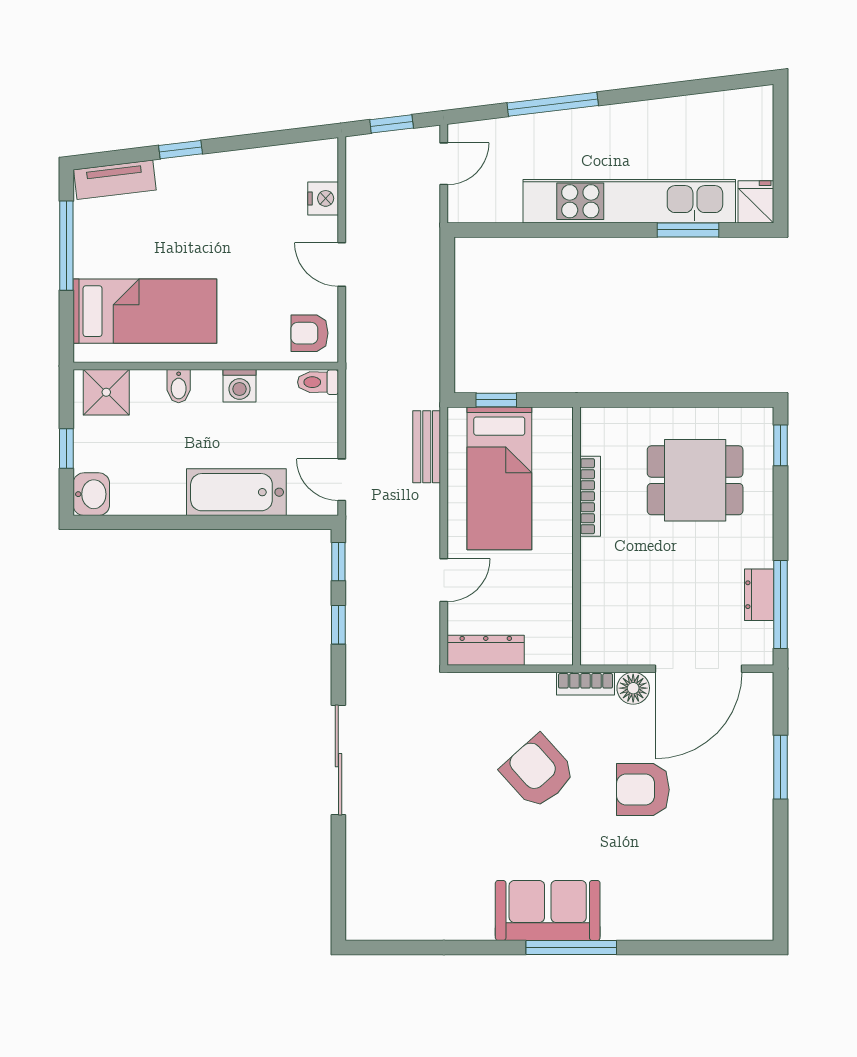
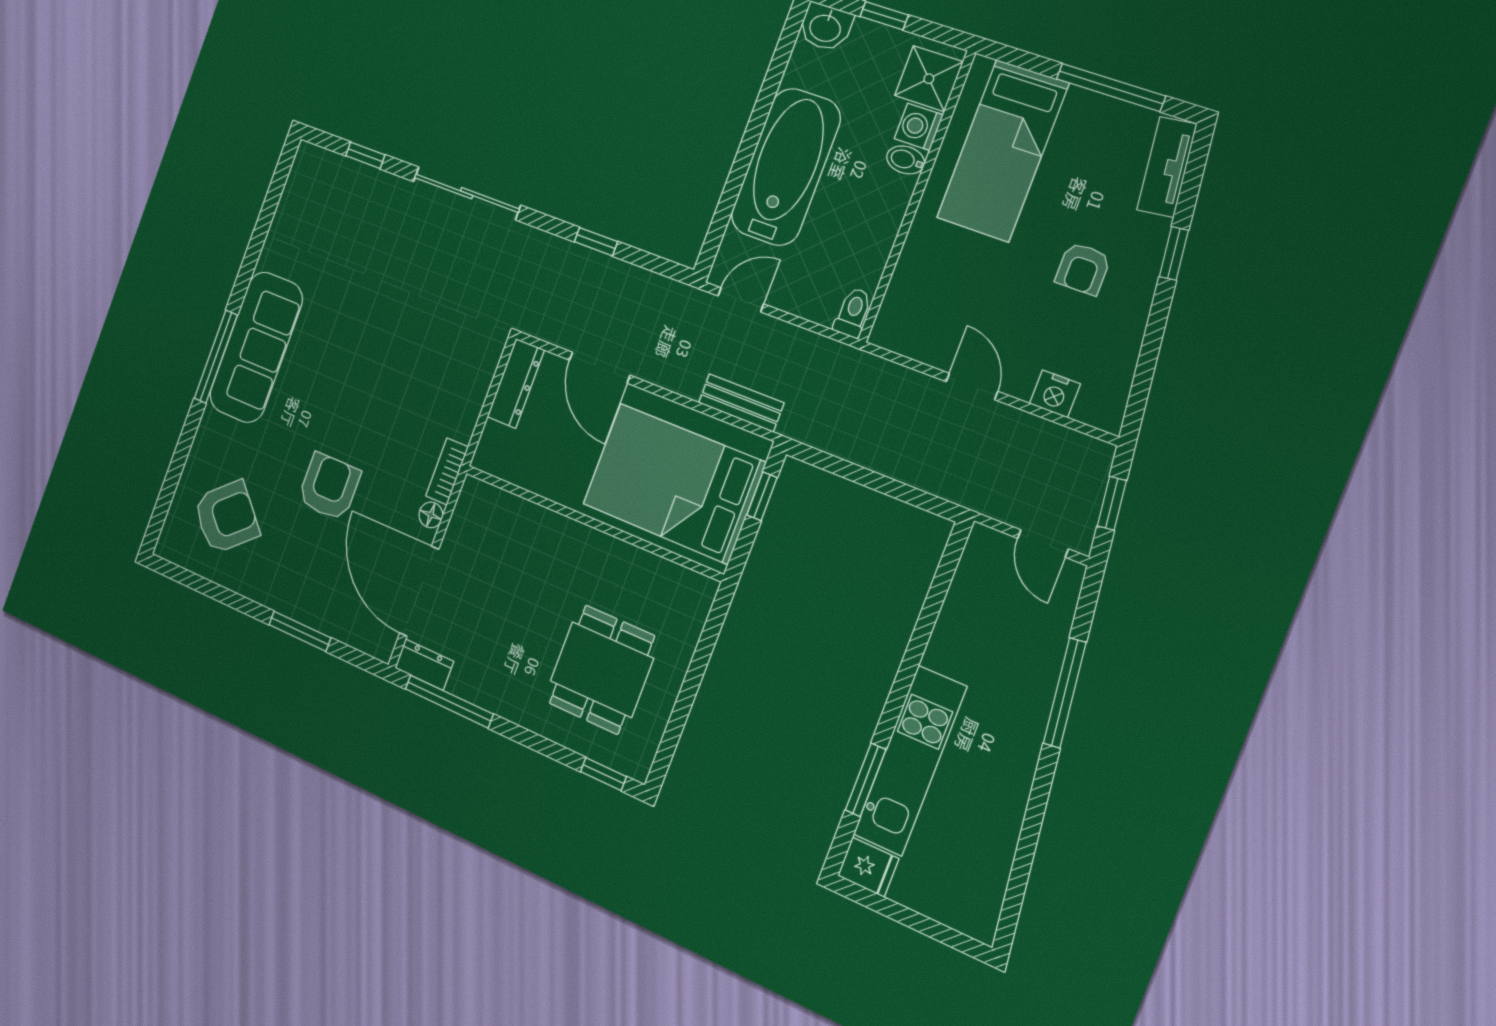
kitchen unit: (629, 201) -> (910, 761), width x0.73
door: (342, 265) -> (972, 386), hinge flipped
armchair: (310, 333) -> (1083, 269), moved, turned 180
washing machine: (239, 386) -> (919, 127), moved
bed: (499, 478) -> (674, 483), width x1.50
bathtub: (236, 492) -> (786, 167), width x1.36, depth x1.36
bookcase: (590, 496) -> (627, 554), removed
window: (338, 562) -> (365, 155), moved
door: (444, 580) -> (600, 368), width x1.38
dresser: (759, 595) -> (424, 665), moved
floor lamp: (633, 688) -> (431, 515), width x0.73, depth x0.73
armchair: (538, 772) -> (226, 517), moved
sofa: (548, 910) -> (256, 347), width x1.36

